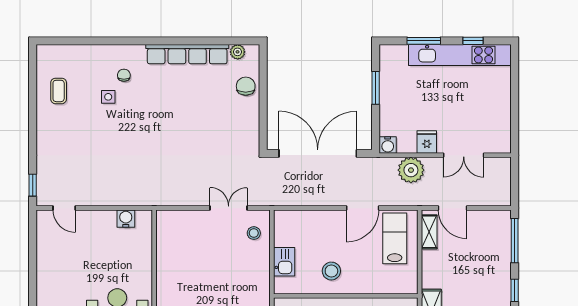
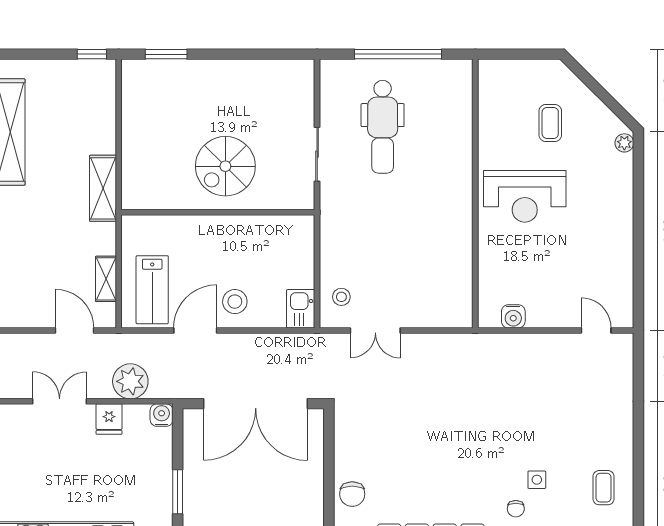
window: (33, 185) -> (638, 361), removed
shelving: (429, 232) -> (106, 279), moved
kitchen sink: (284, 262) -> (301, 309), moved
stool: (331, 271) -> (235, 302), moved

